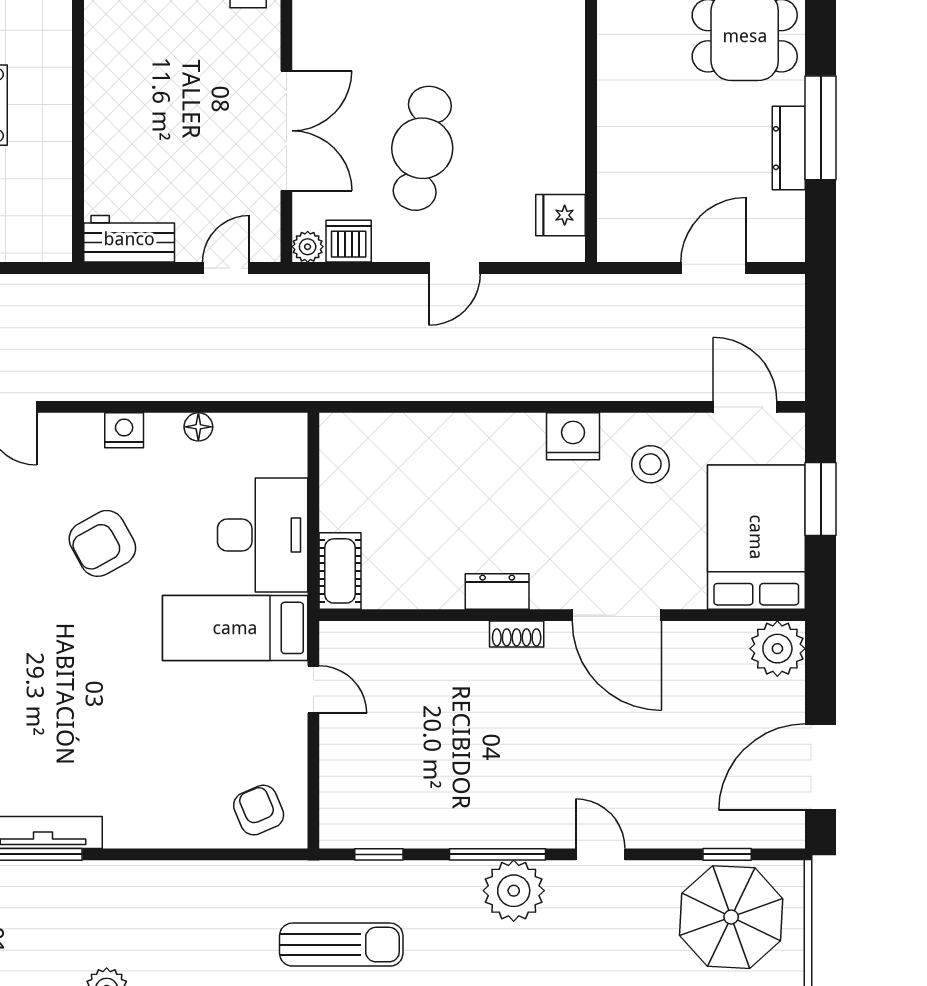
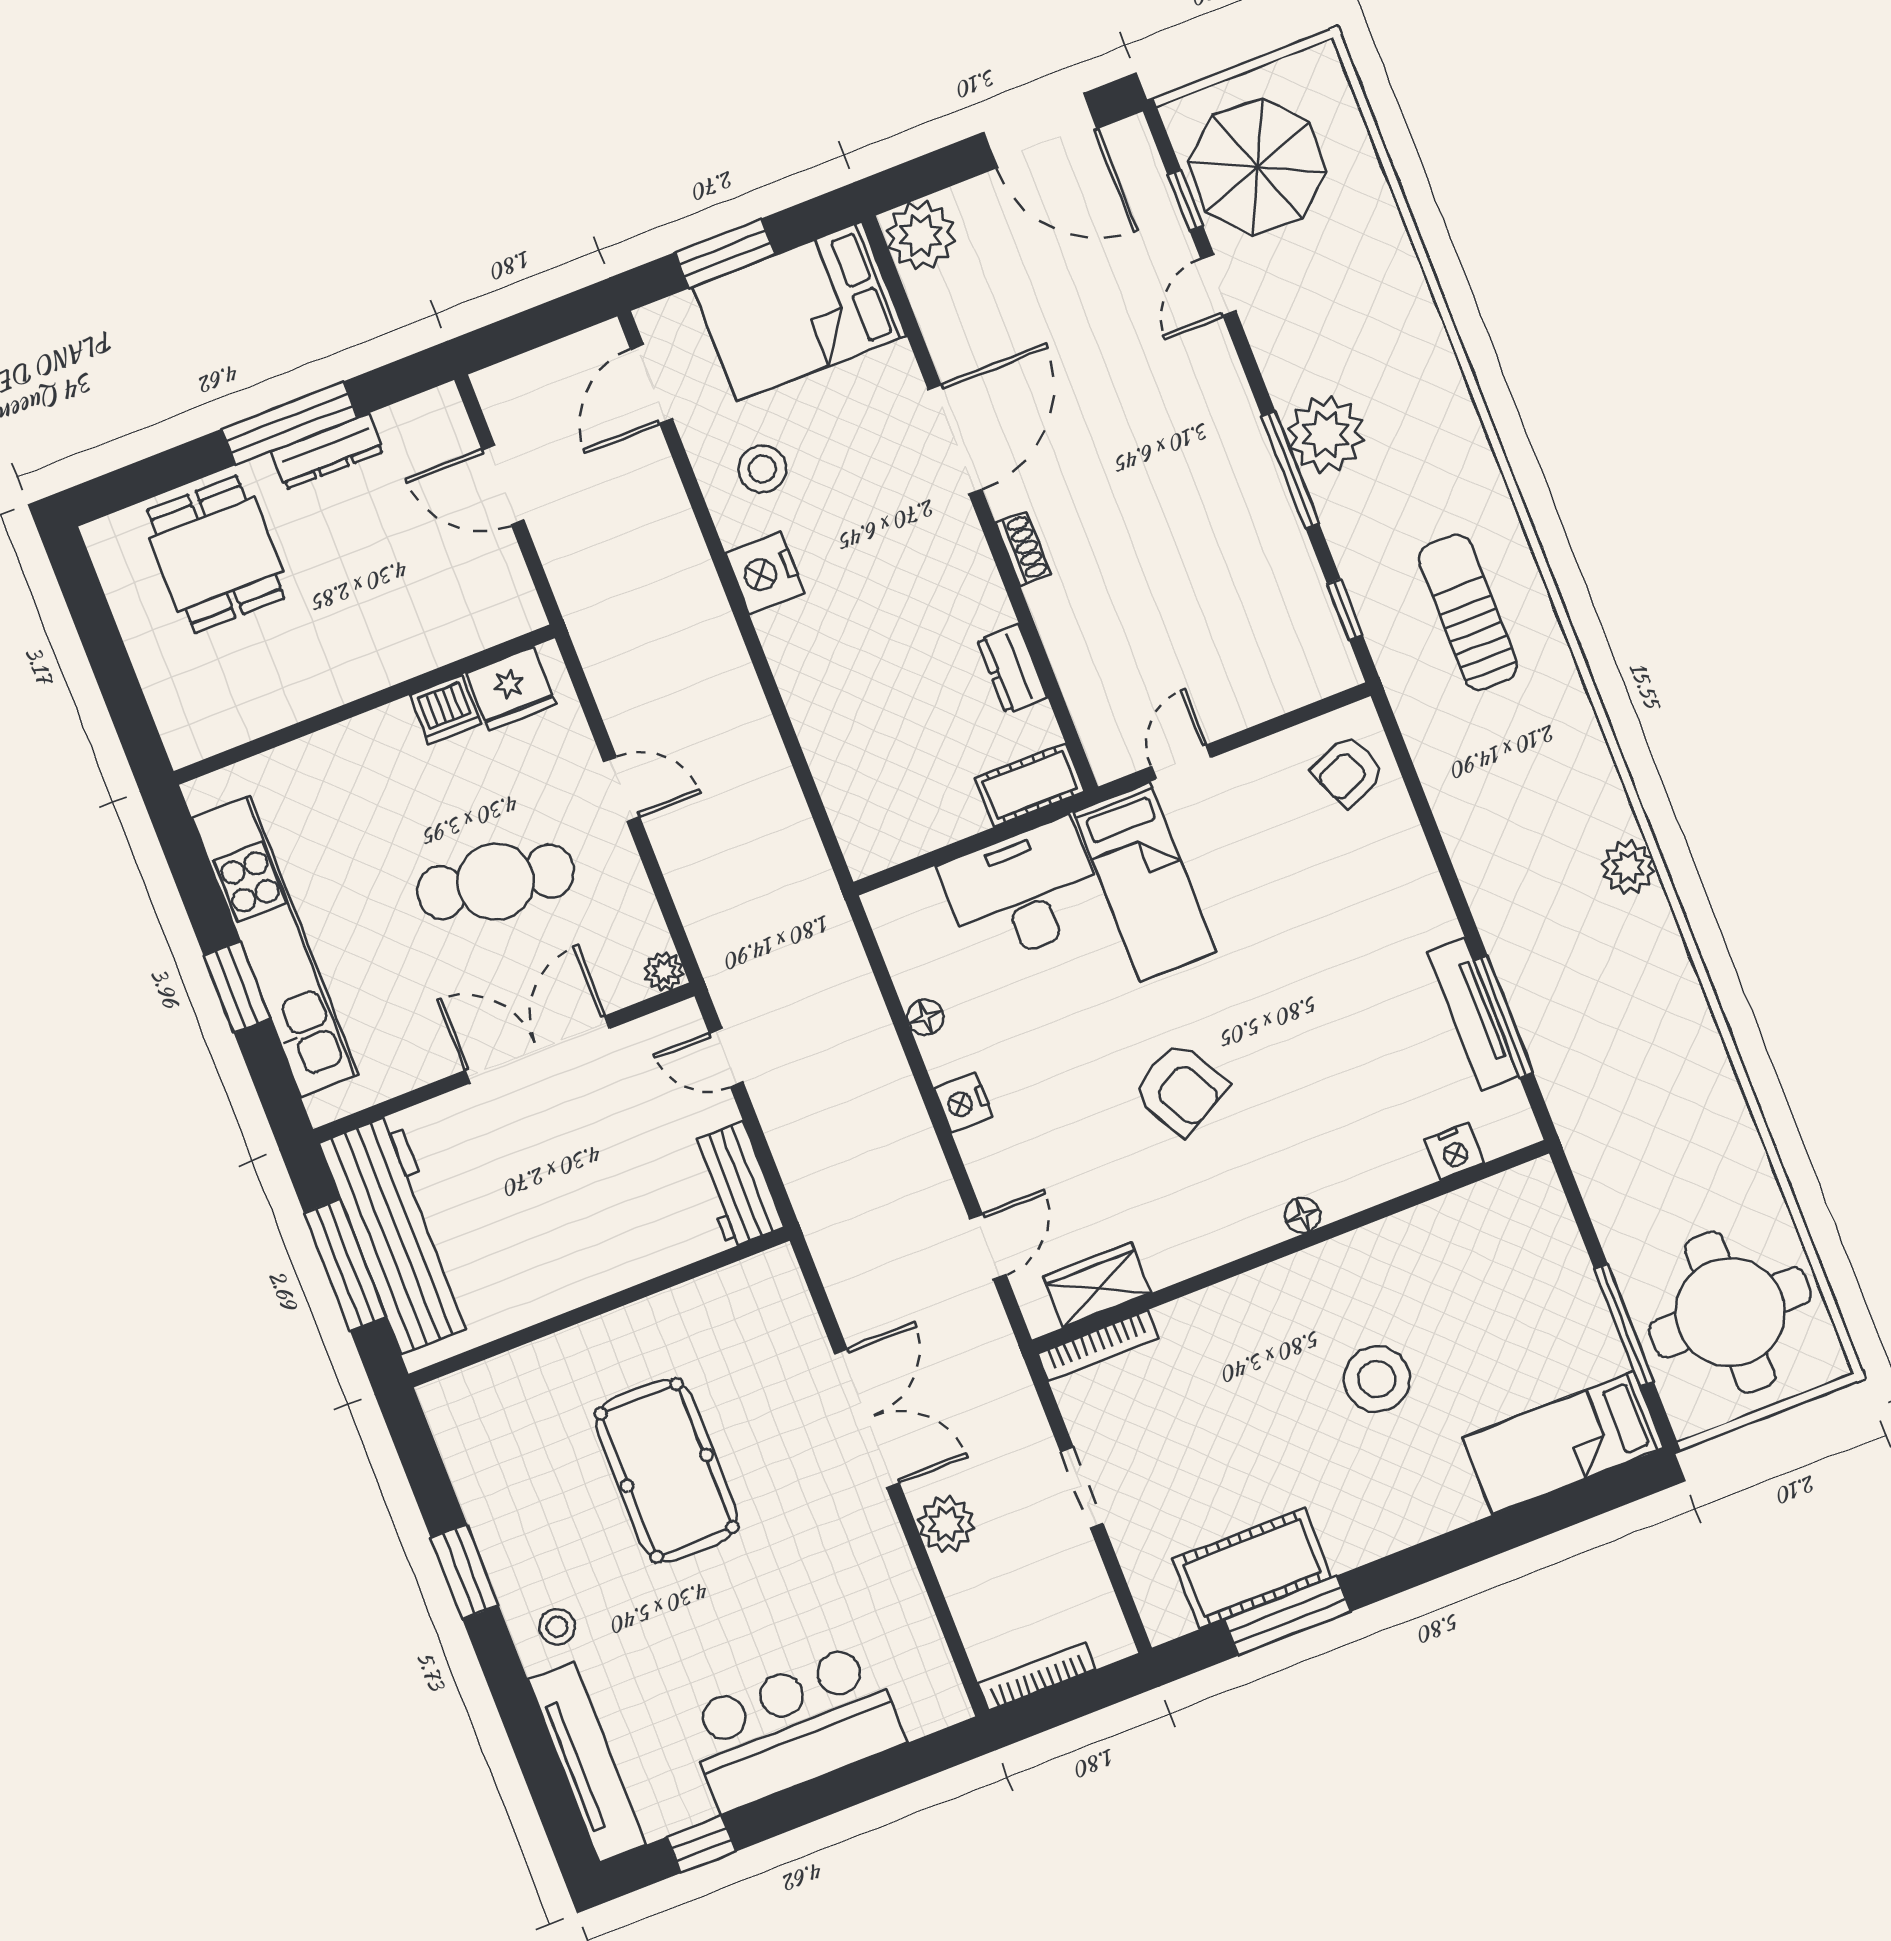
fridge: (561, 215) -> (511, 689), width x1.38
dishwasher: (349, 241) -> (446, 709), moved, turned -90
armchair: (102, 543) -> (1180, 1089), moved
dresser: (497, 592) -> (1012, 669), moved
door: (600, 854) -> (1218, 285), moved

